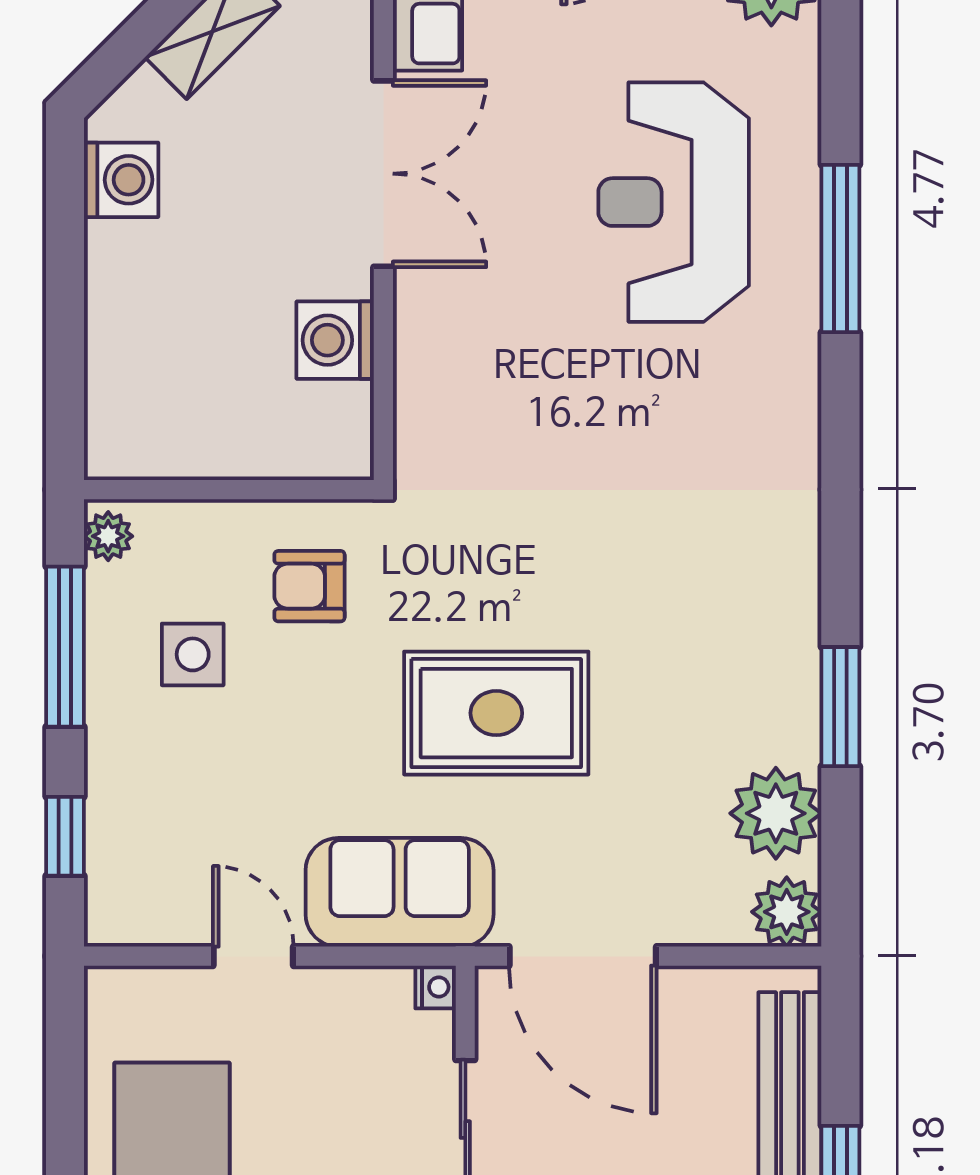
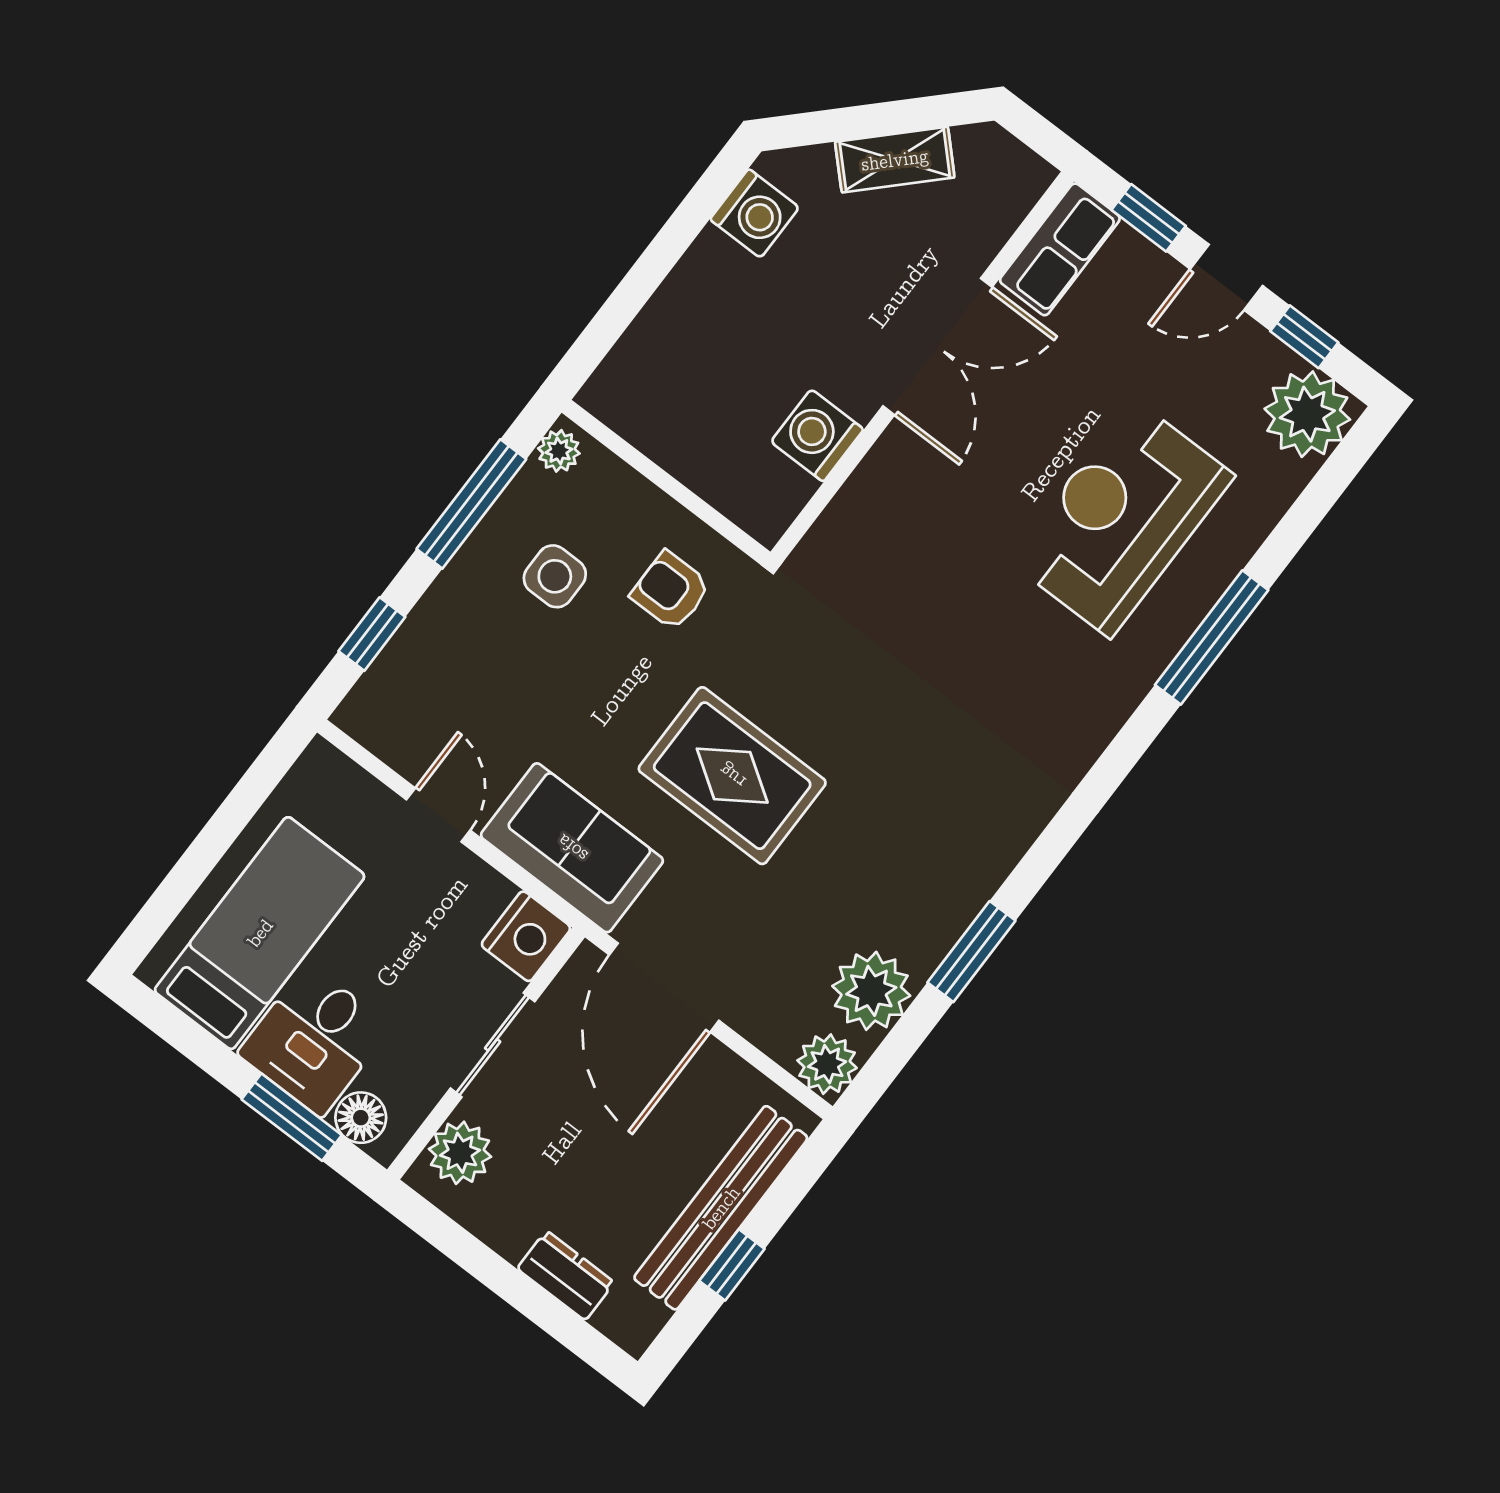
nightstand: (436, 987) -> (526, 936), width x1.89, depth x1.79

